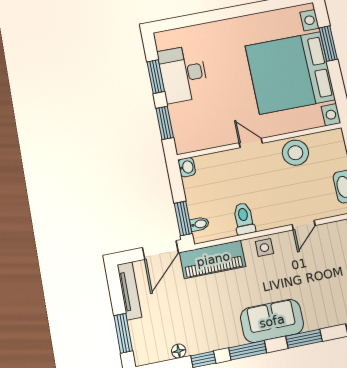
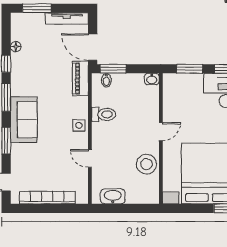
piano: (213, 259) -> (80, 78), width x0.73, depth x0.75

